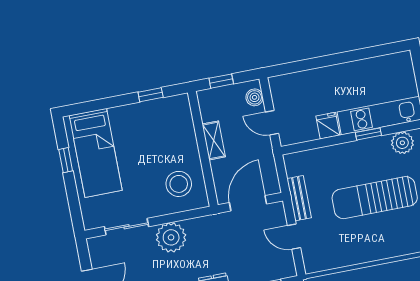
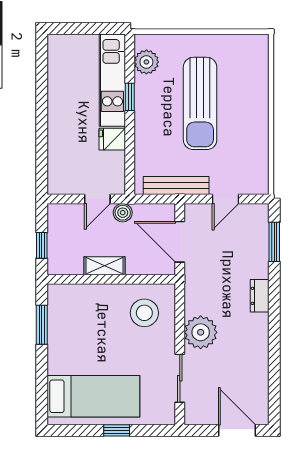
window: (151, 95) -> (42, 325), width x1.50
boiler: (255, 97) -> (123, 213), moved
window: (66, 160) -> (117, 430), moved
bench: (299, 198) -> (176, 185), width x1.36

